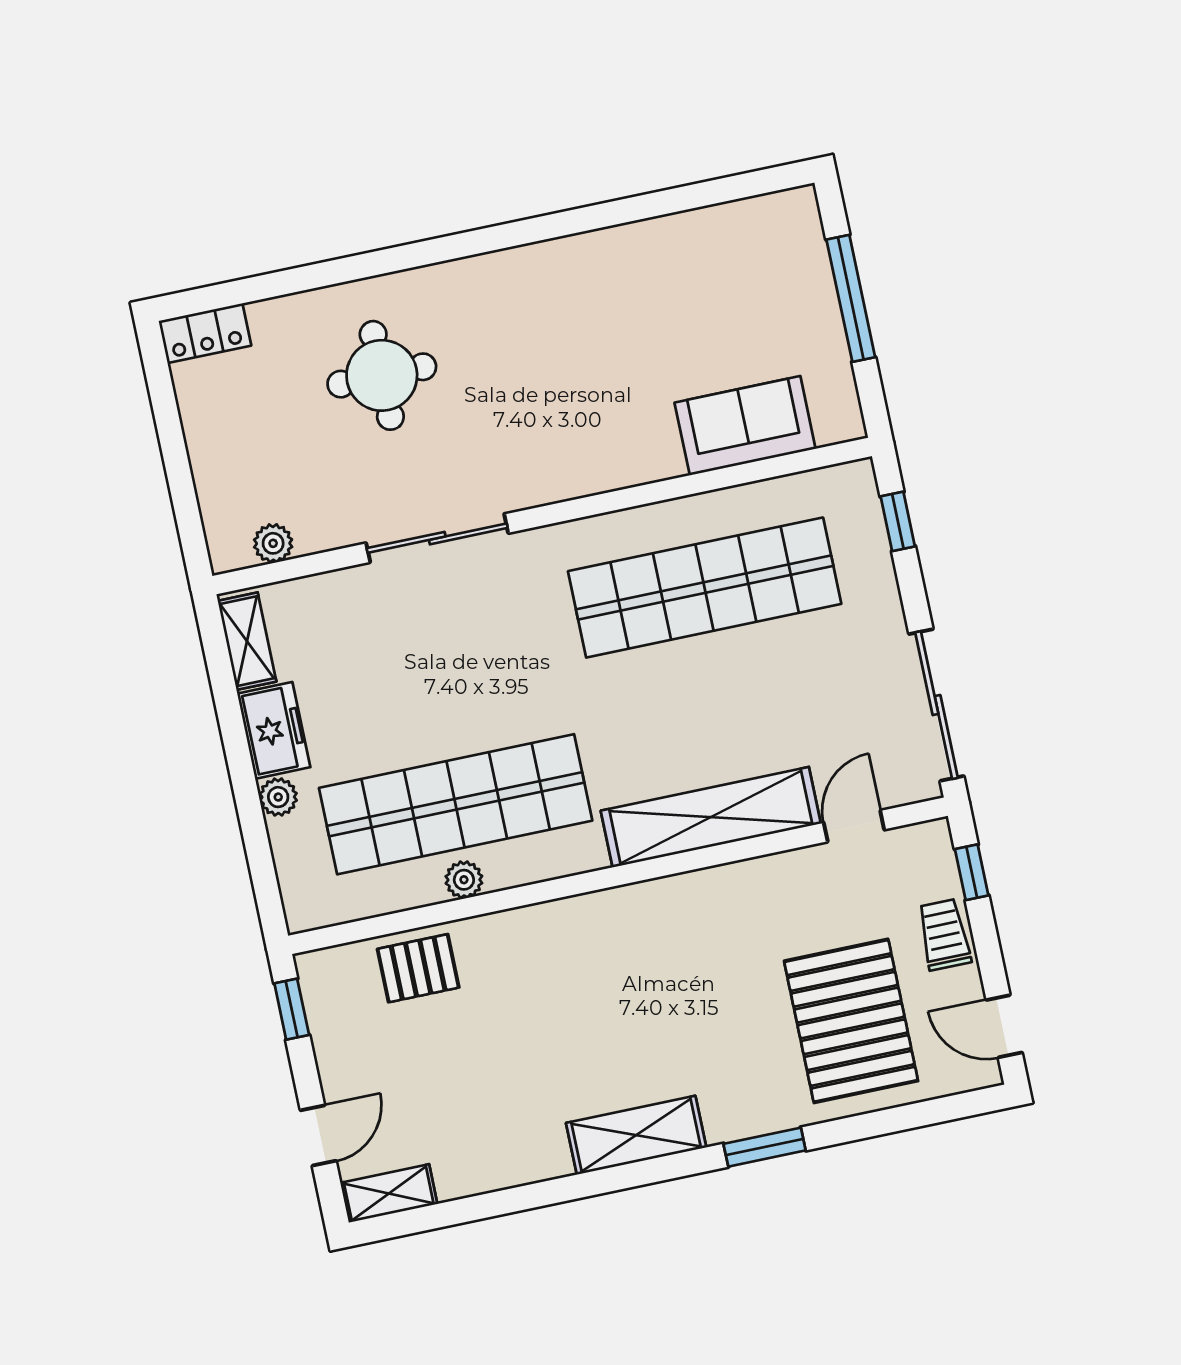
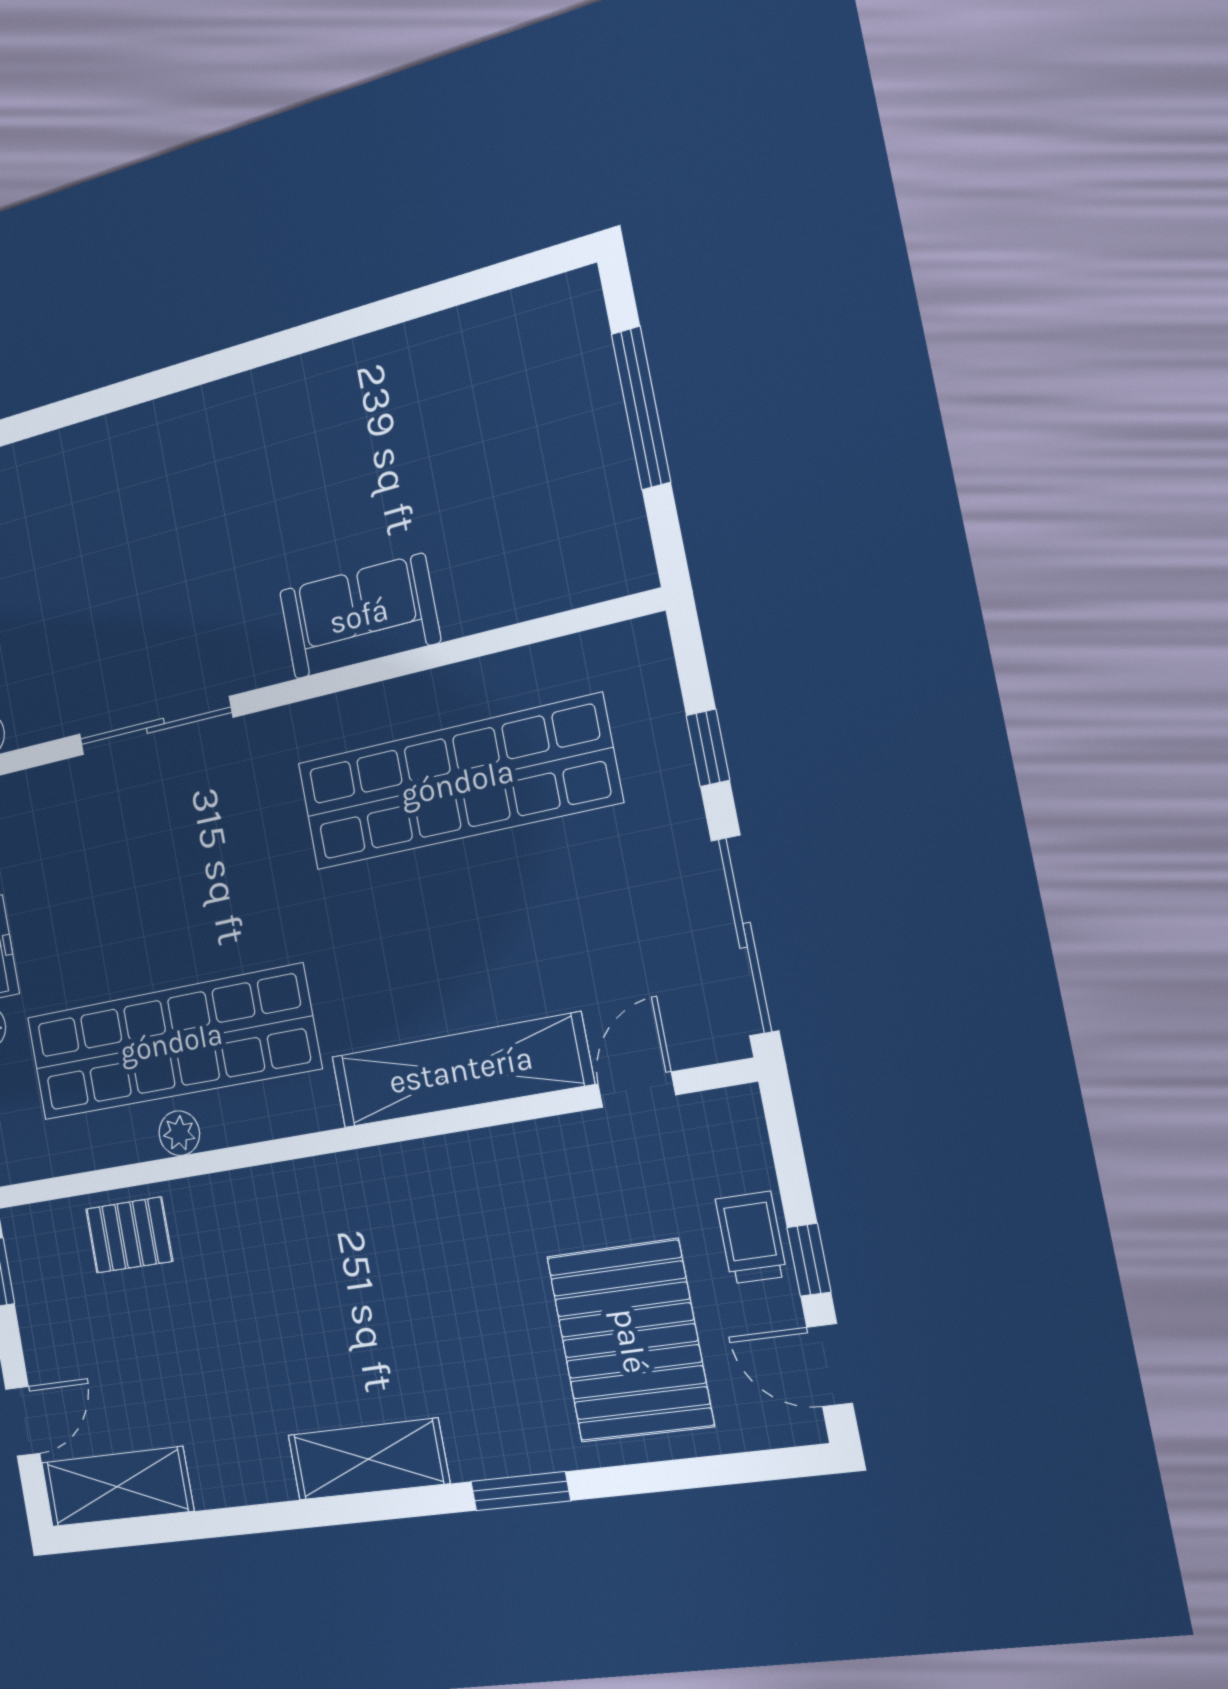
round table: (382, 375) -> (99, 536), removed
sofa: (745, 426) -> (359, 616), moved
window: (898, 521) -> (708, 748), moved
window: (972, 872) -> (809, 1260), moved
shelving: (389, 1193) -> (117, 1487), width x1.50, depth x1.33

